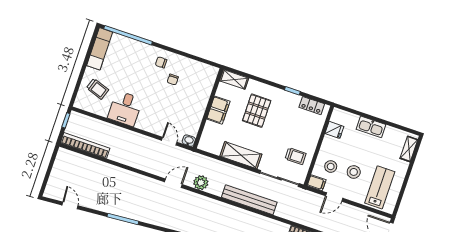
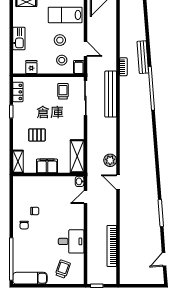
pallet: (257, 111) -> (37, 135), width x0.67, depth x0.71
bookcase: (85, 146) -> (112, 246), moved
shelving: (241, 155) -> (77, 156), moved
bench: (249, 200) -> (111, 94), moved

